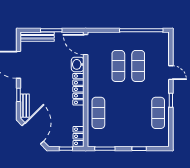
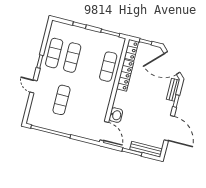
exercise mat: (118, 66) -> (72, 58), moved
locker: (78, 89) -> (125, 75), moved
door: (33, 133) -> (172, 63), hinge flipped

